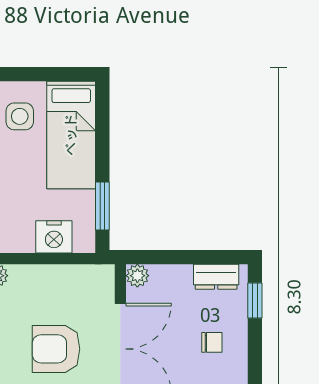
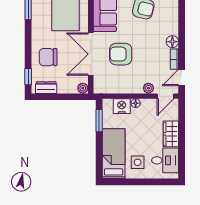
floor lamp: (24, 243) -> (136, 103), added
chair: (212, 342) -> (48, 57), width x1.87, depth x1.87
armchair: (56, 349) -> (121, 54), turned 180

